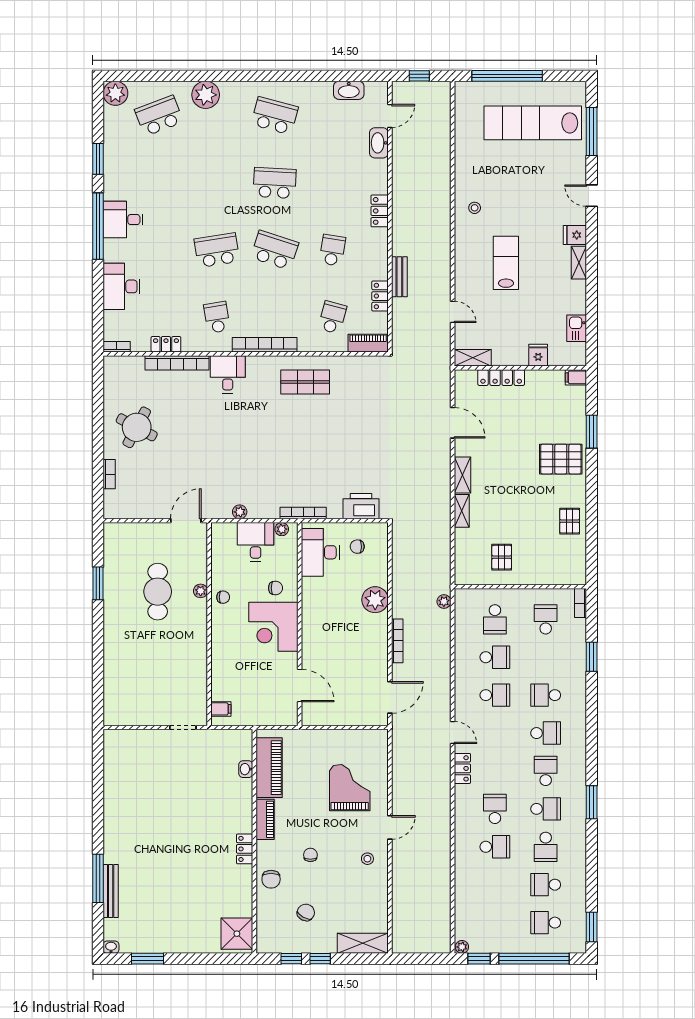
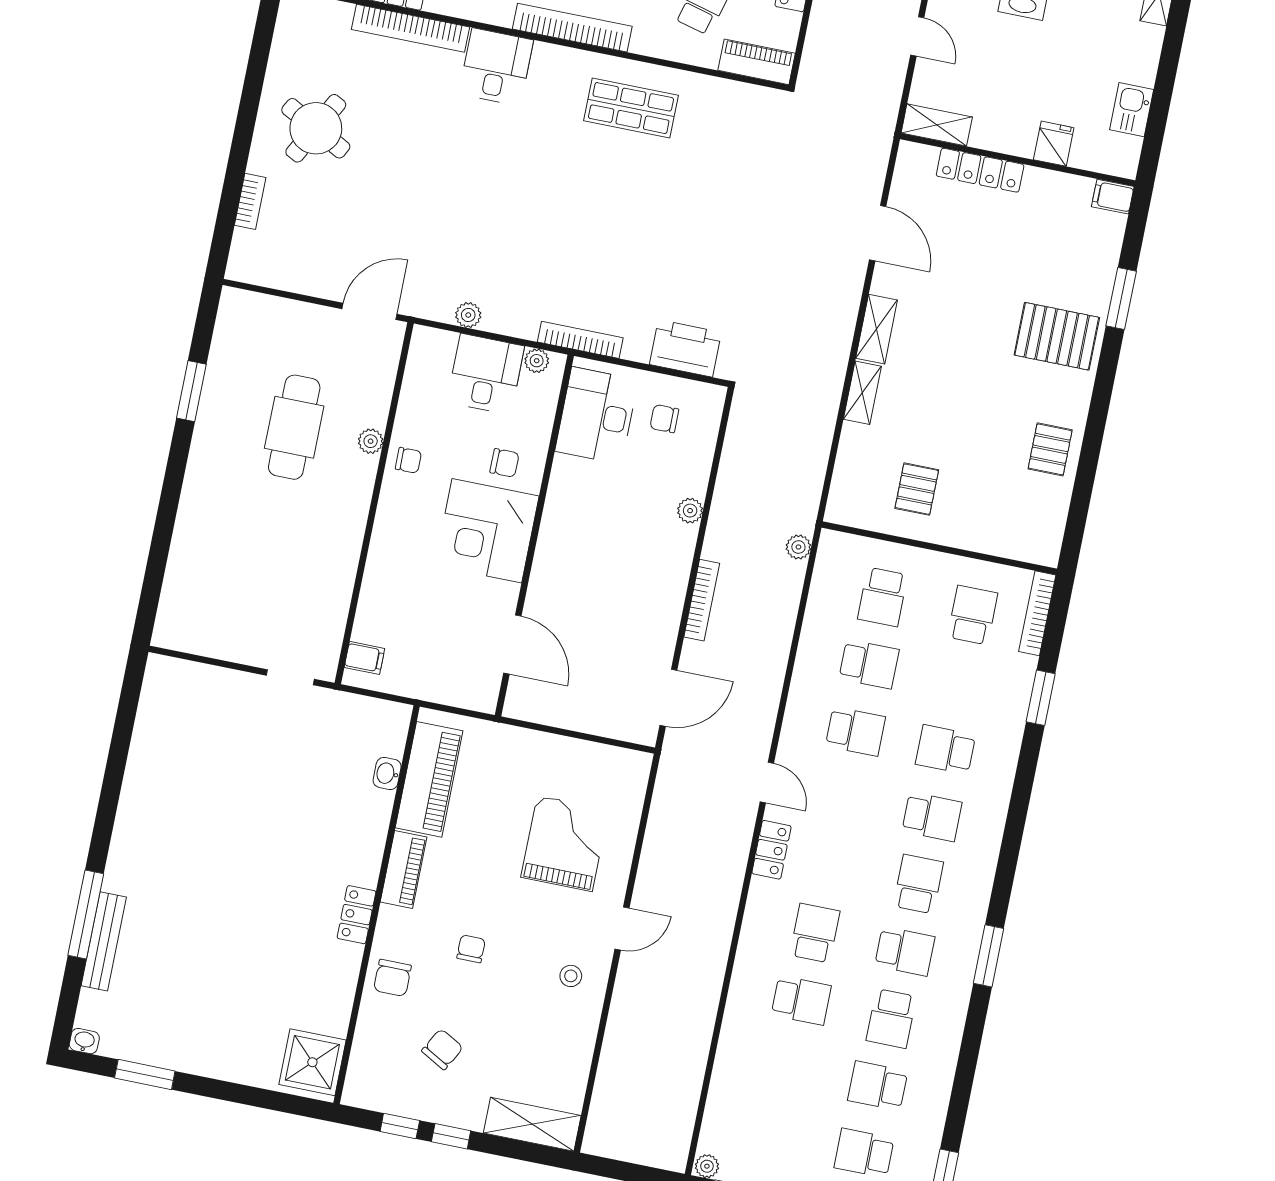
plant: (375, 600) -> (690, 511), width x0.53, depth x0.53
bookcase: (580, 603) -> (1037, 613), width x1.56

